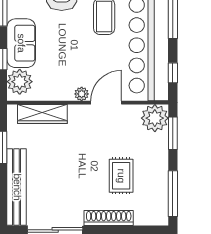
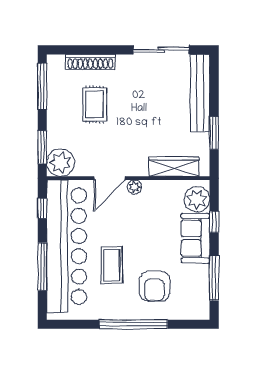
shoe rack: (109, 218) -> (90, 62), moved

